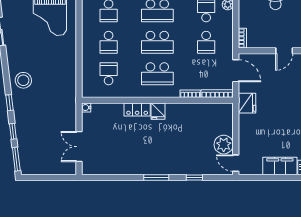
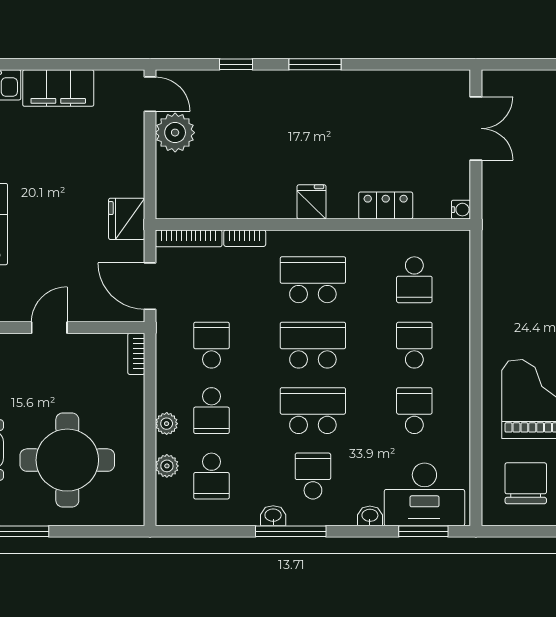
locker: (137, 110) -> (386, 205), moved

